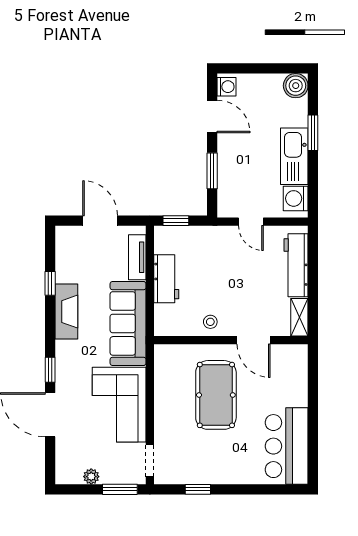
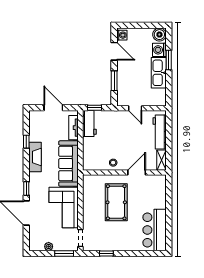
washing machine: (296, 198) -> (159, 50), moved
workbench: (166, 279) -> (89, 123), moved
door: (254, 340) -> (137, 173), swing flipped

